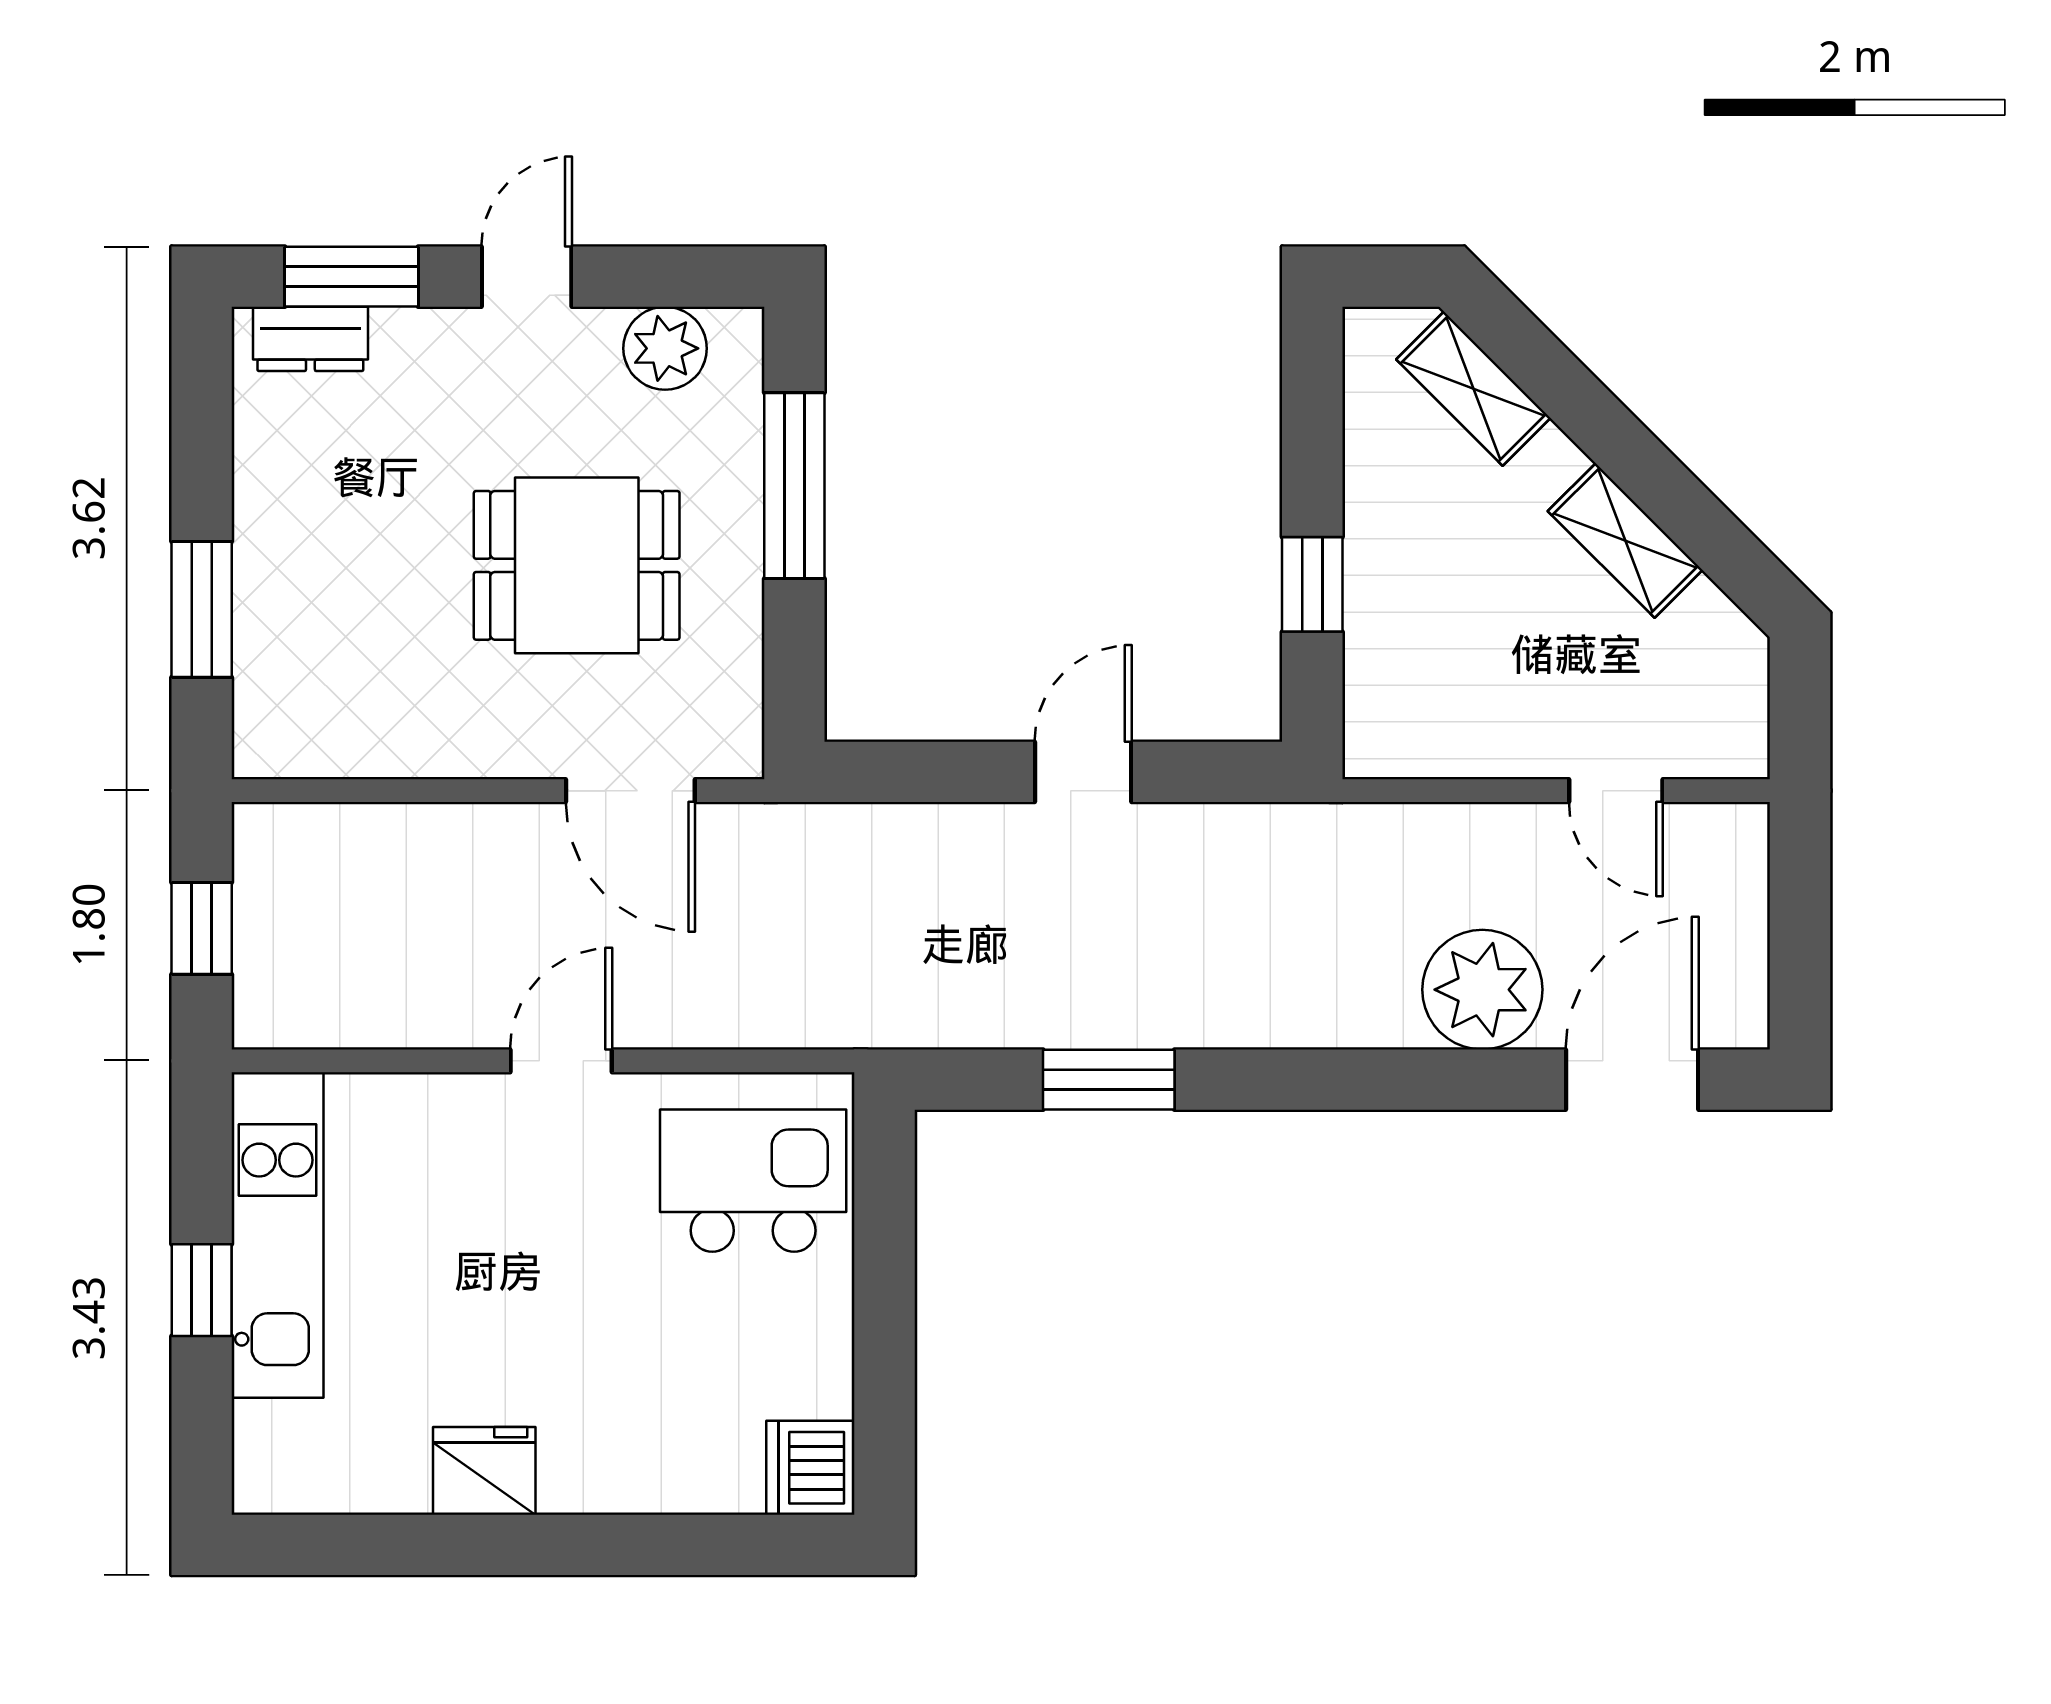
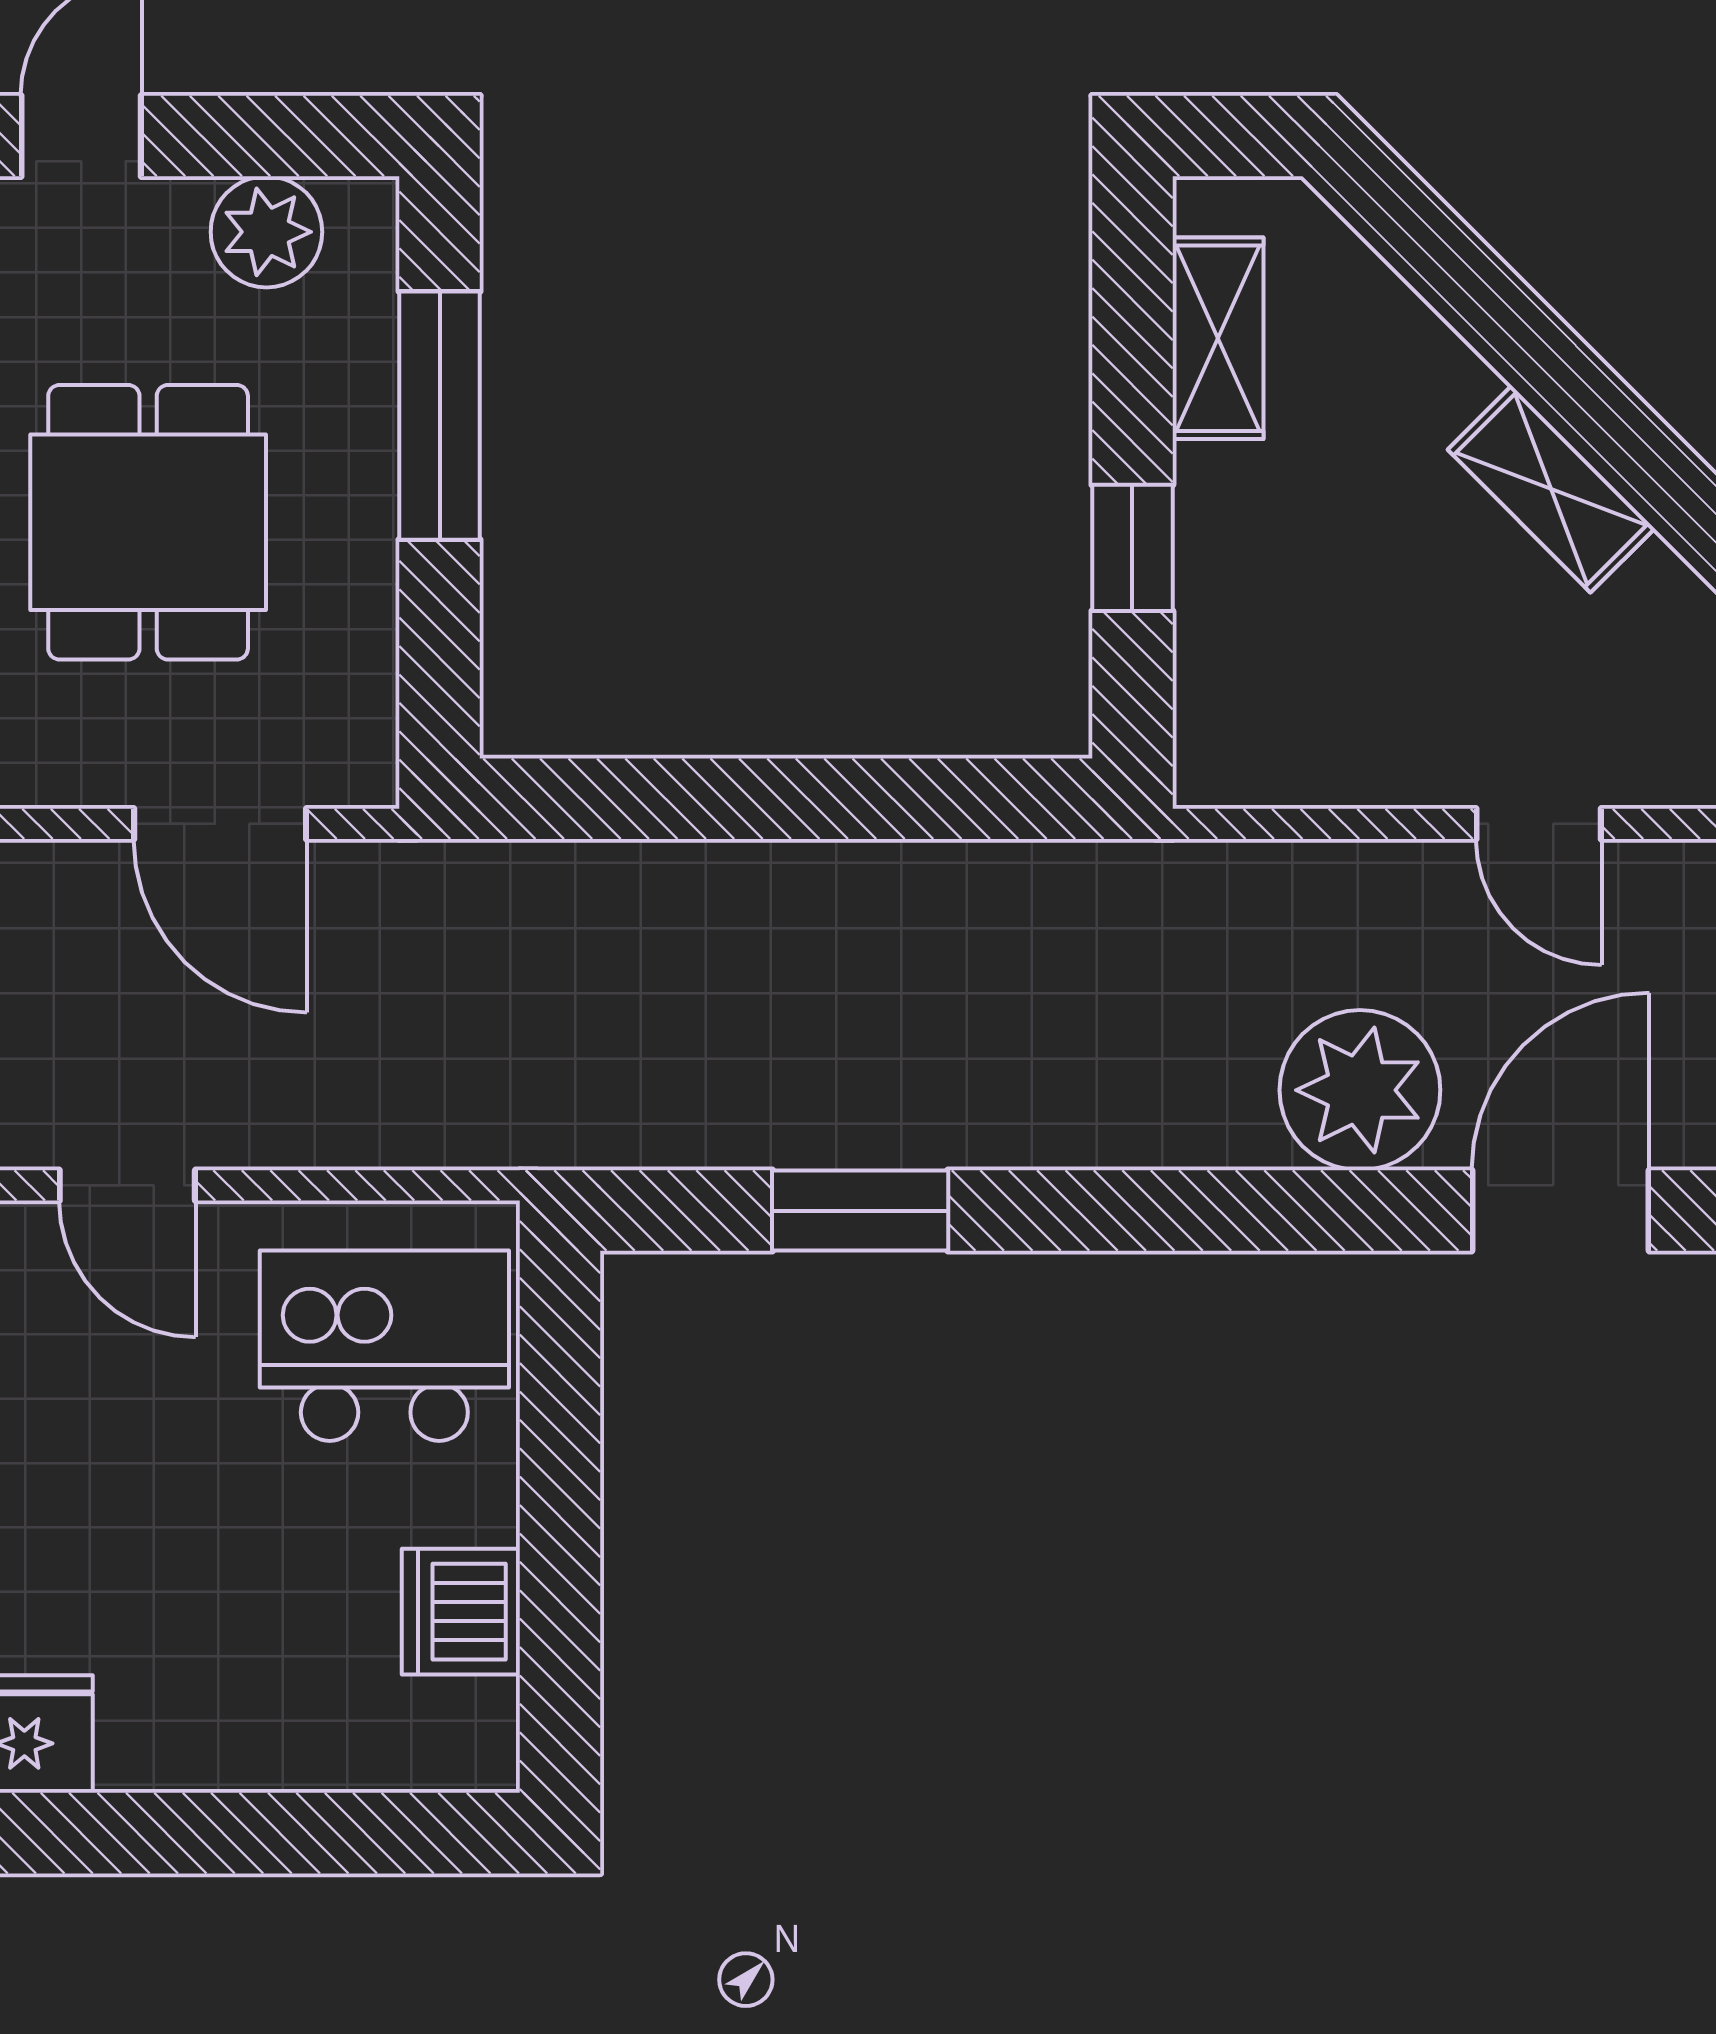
shelving: (1473, 389) -> (1218, 338), moved, turned 45
dining table: (577, 565) -> (148, 522), turned 90
door: (1083, 772) -> (826, 799), removed
door: (561, 1061) -> (127, 1185), swing flipped
dishwasher: (810, 1468) -> (461, 1612), moved

